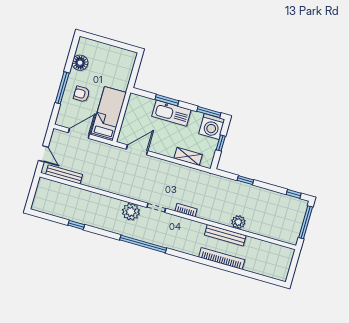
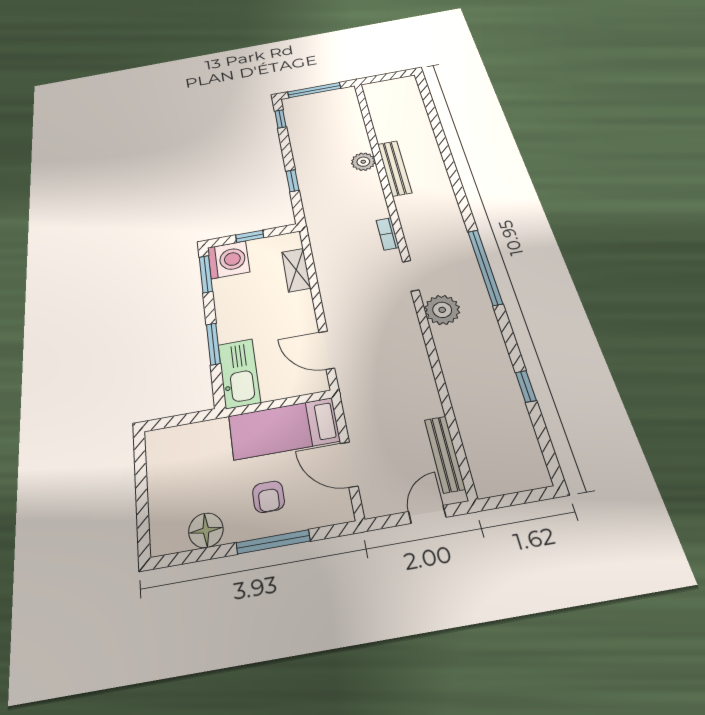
kitchen sink: (171, 113) -> (239, 373), moved
bookcase: (222, 258) -> (433, 157), removed

